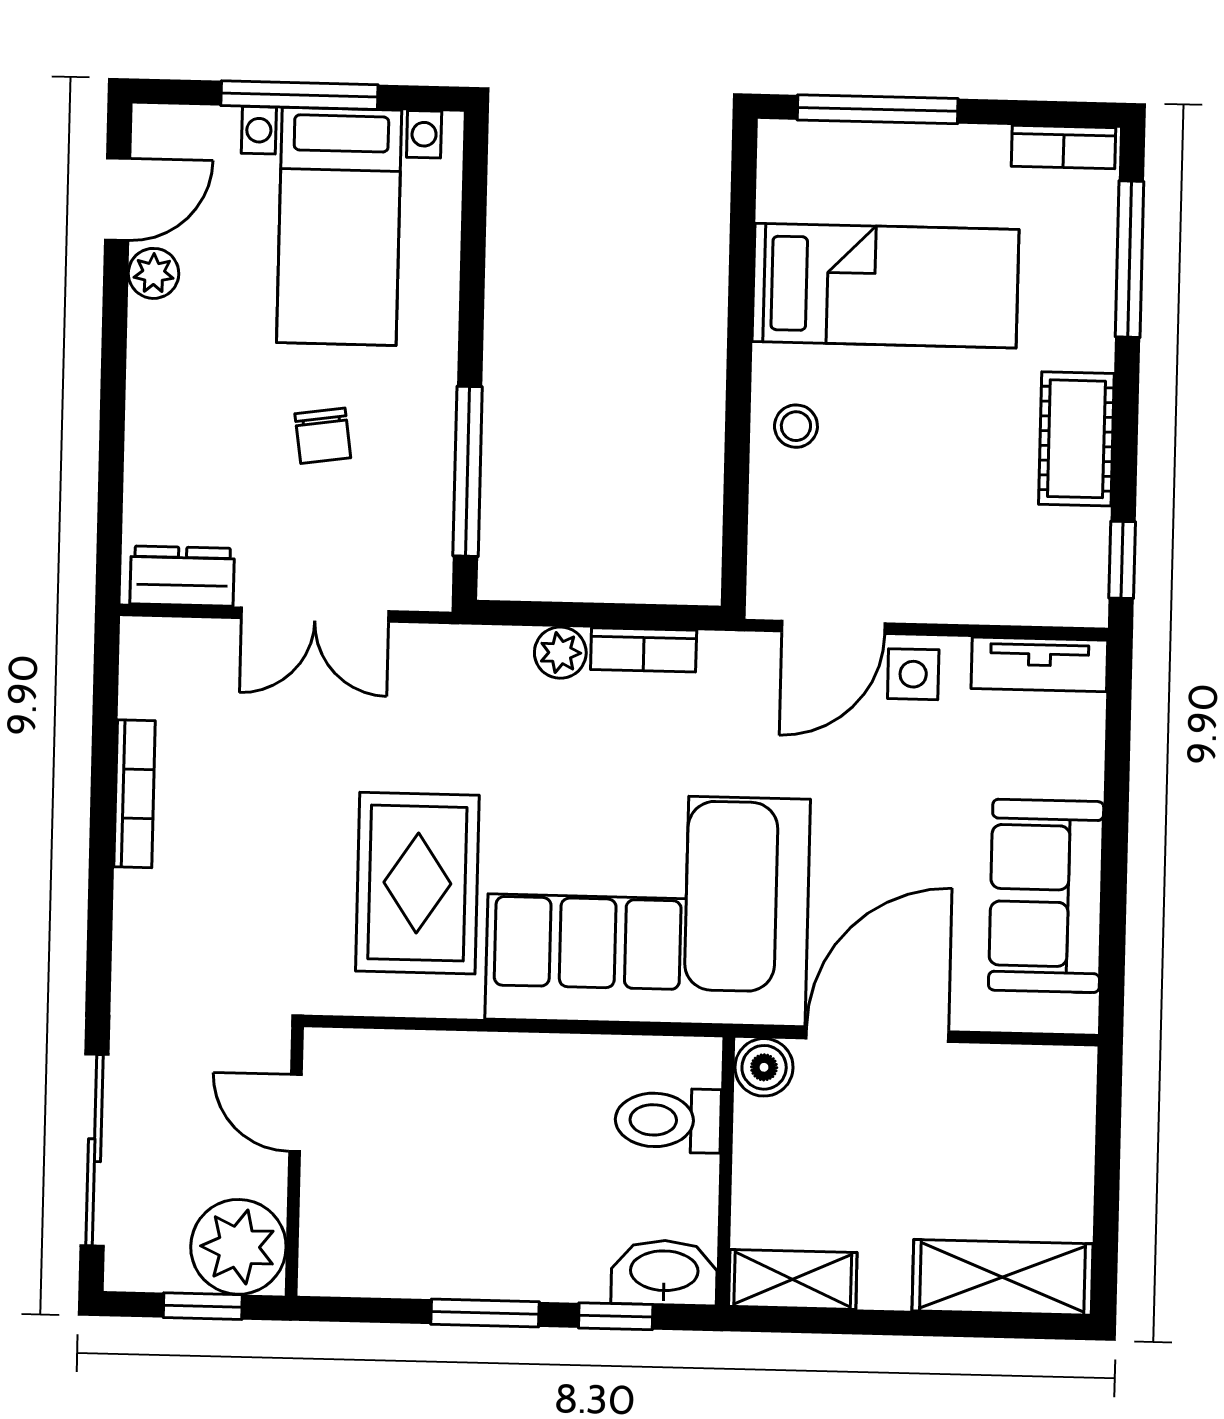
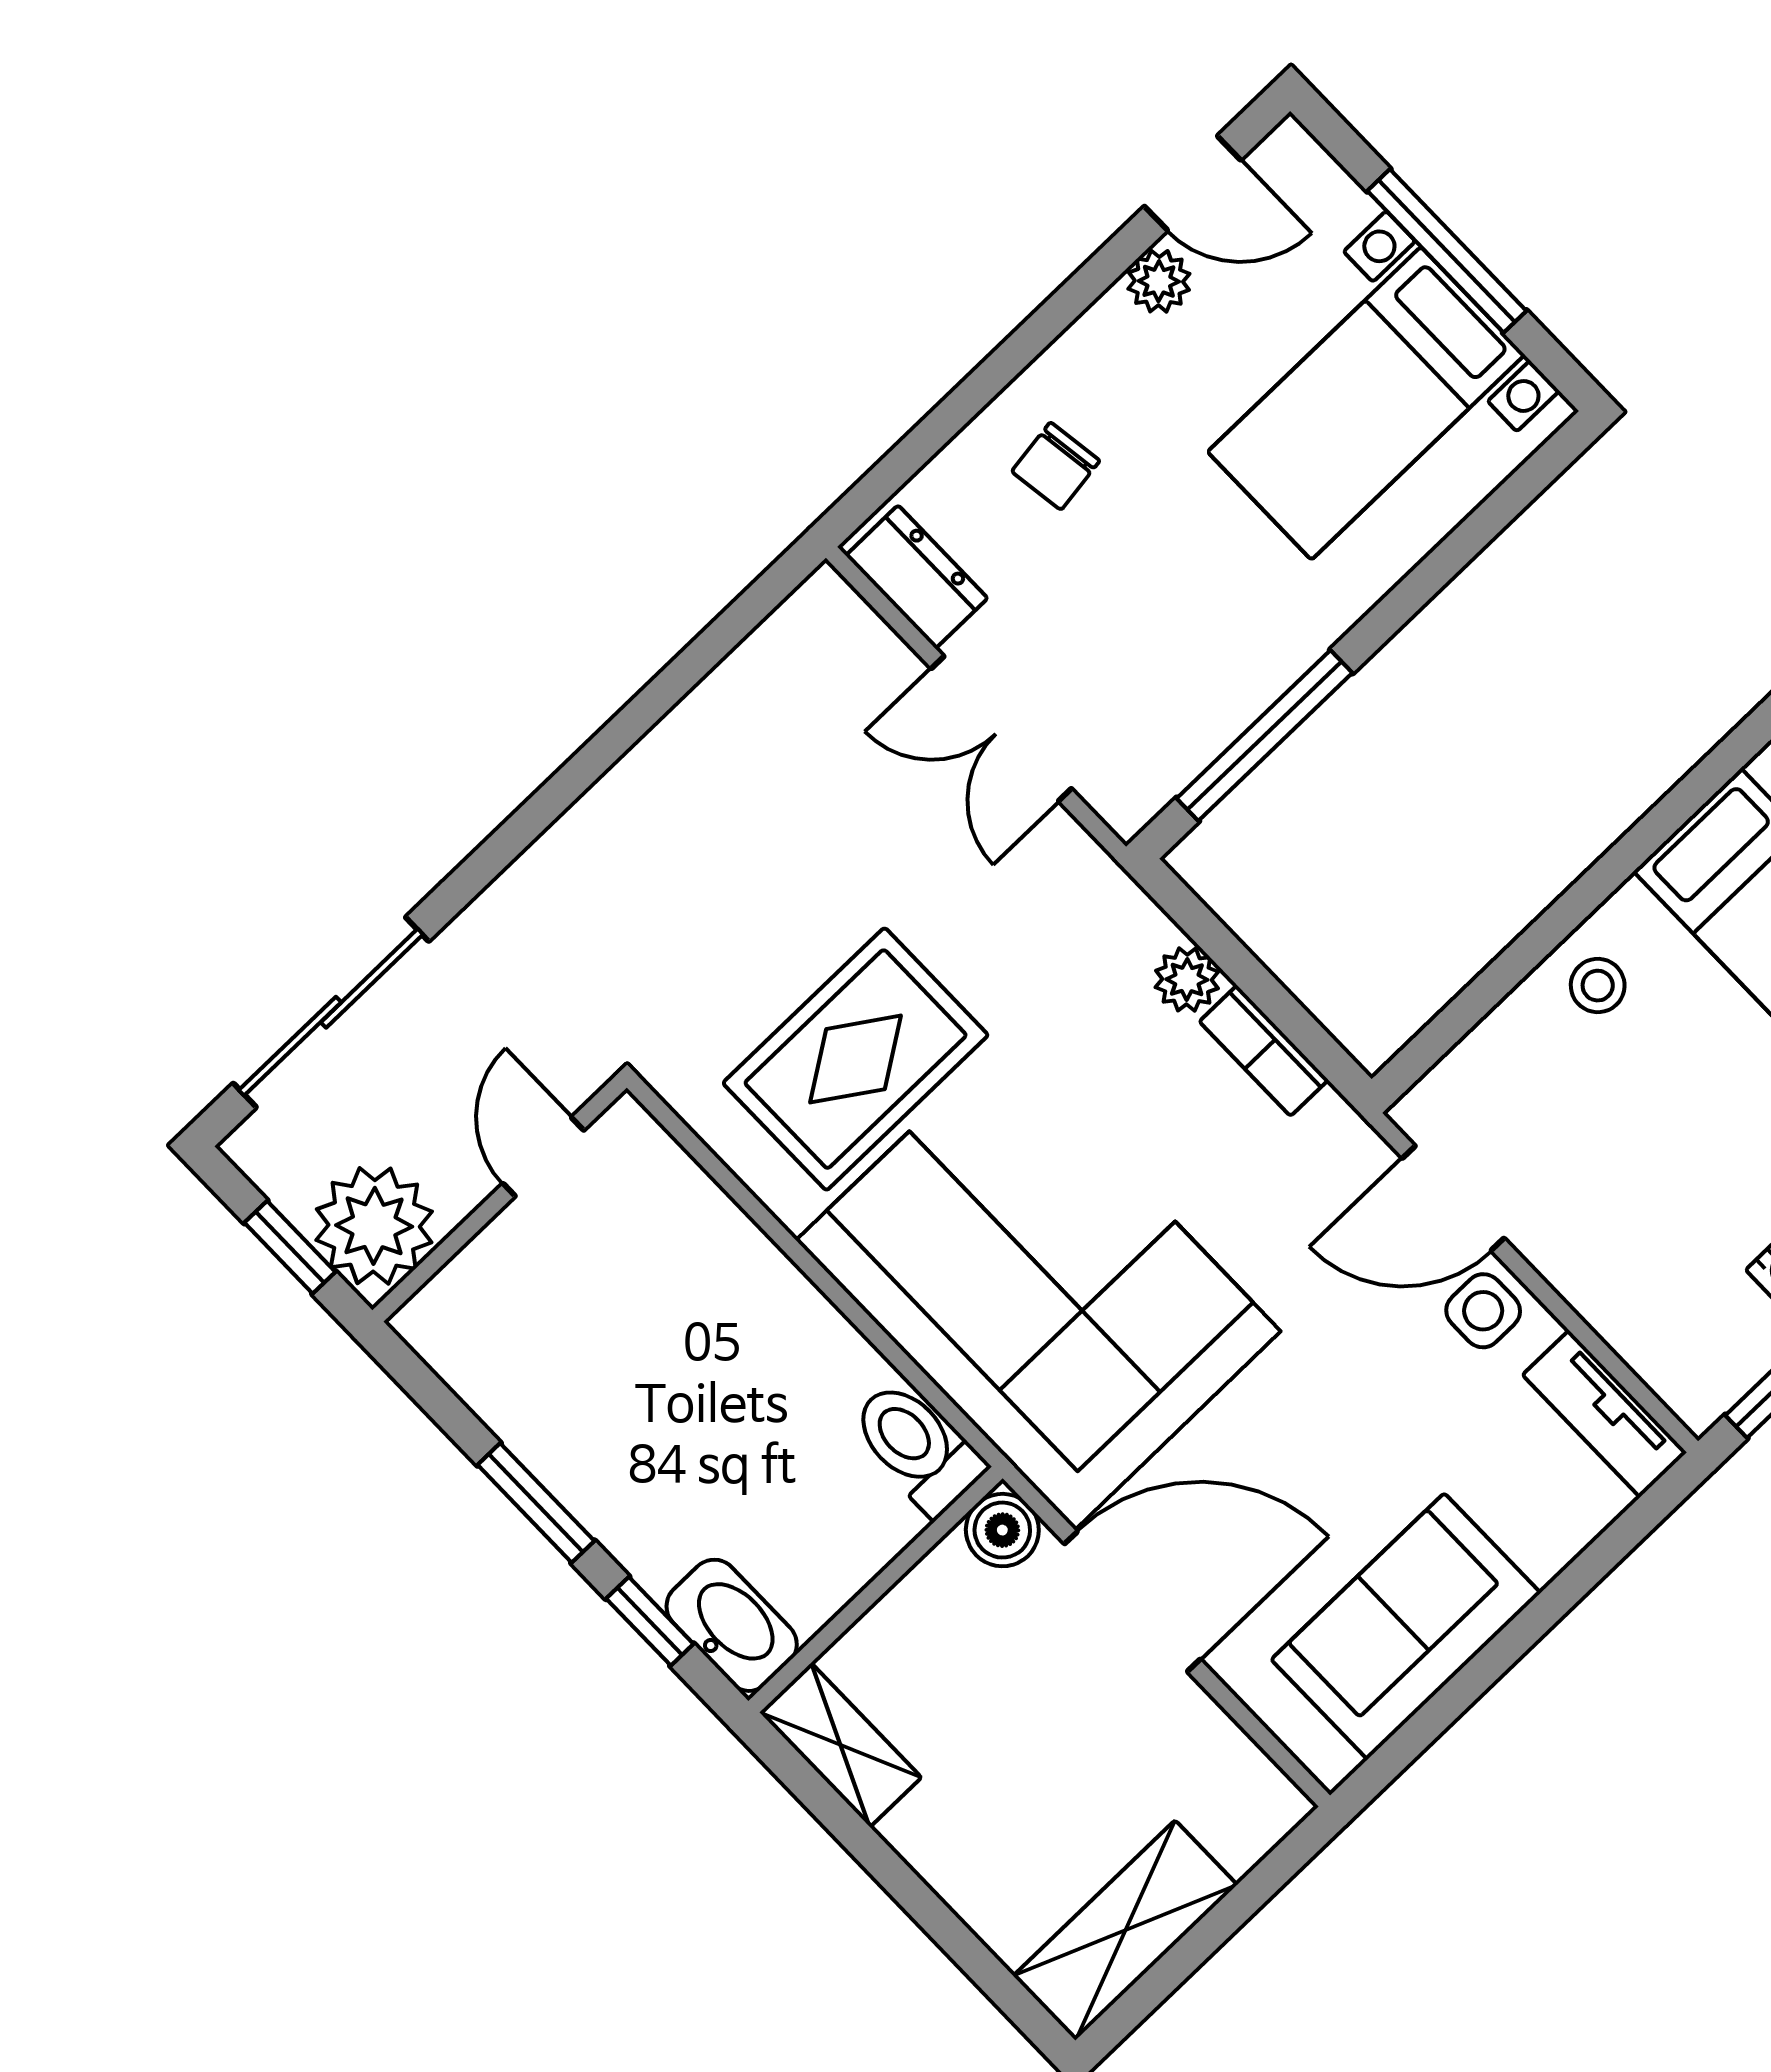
chair: (323, 436) -> (1056, 466), moved
bookcase: (135, 794) -> (682, 729), removed
toilet: (668, 1120) -> (917, 1447), moved
shelving: (1003, 1277) -> (1125, 1930), moved, turned 90

